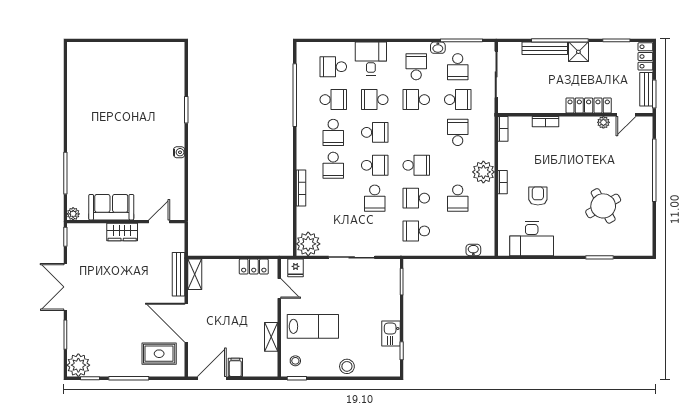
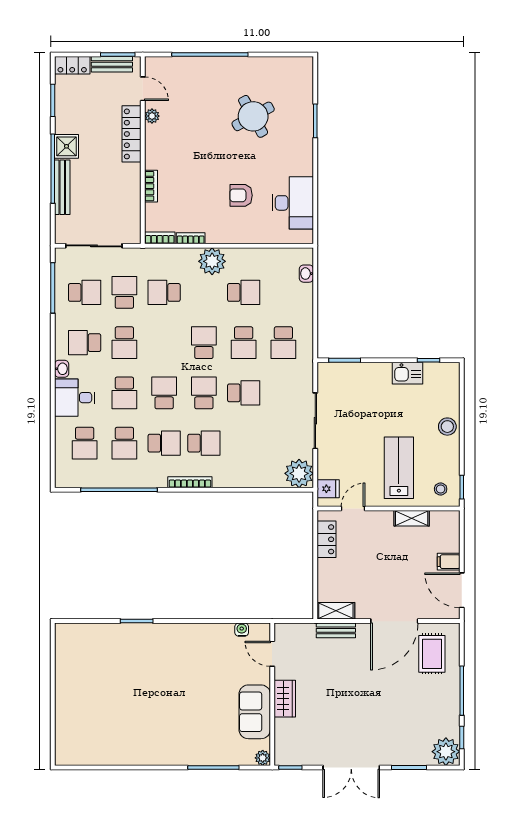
washbasin: (438, 48) -> (62, 369), moved
school desk: (333, 100) -> (124, 443), turned 180
water cooler: (179, 152) -> (242, 630), moved
bookcase: (502, 182) -> (191, 238), moved
bookcase: (301, 188) -> (190, 482), moved
bench: (179, 274) -> (336, 630), width x0.73

